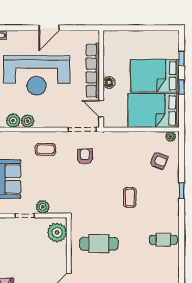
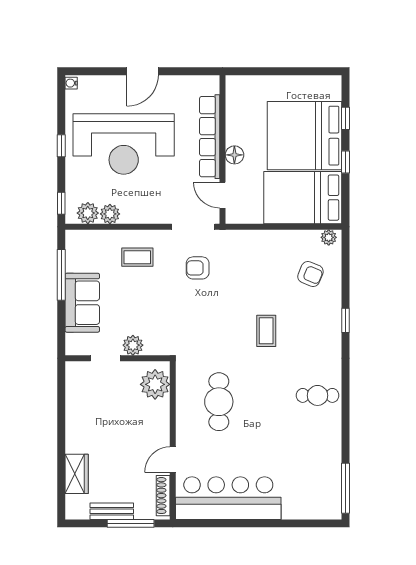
bed: (155, 76) -> (305, 136), width x1.36
armchair: (85, 156) -> (198, 268), turned -90
cafe table: (99, 244) -> (219, 402), turned 90

